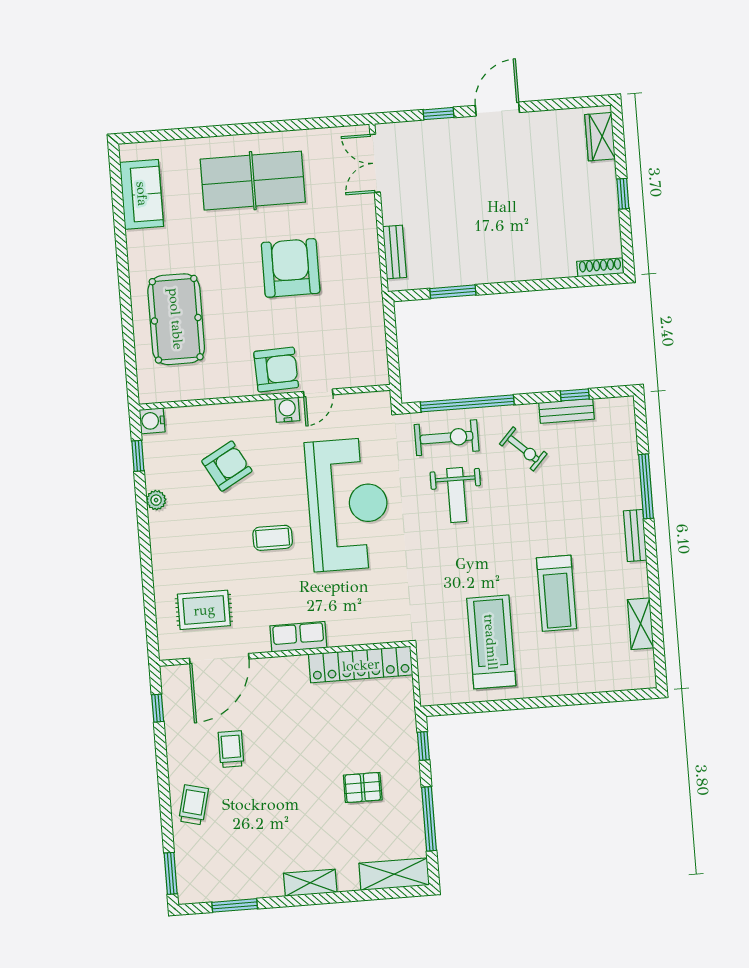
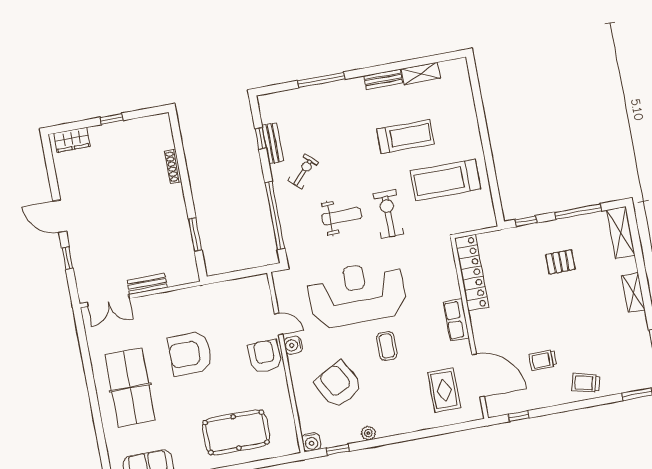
bench: (395, 252) -> (147, 284), moved
shoe rack: (600, 267) -> (173, 166), moved
exercise bike: (447, 438) -> (388, 214), moved
armchair: (227, 466) -> (338, 385), width x1.36, depth x1.36
bench: (635, 536) -> (383, 79), moved
pallet: (363, 788) -> (560, 262), turned 90

